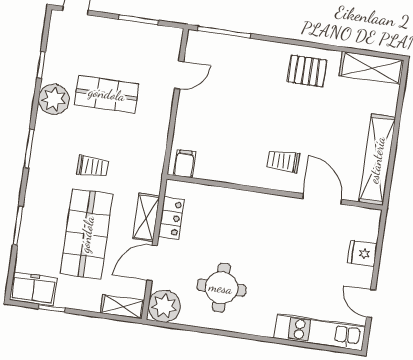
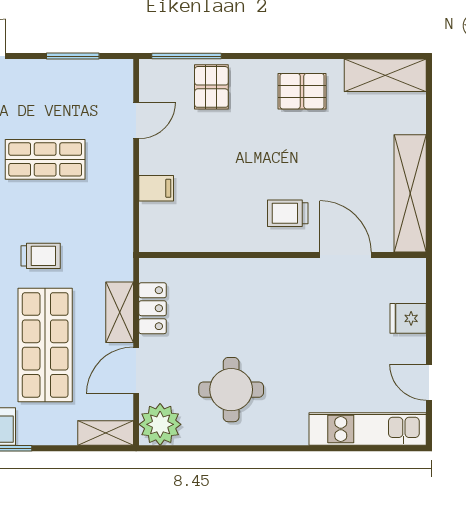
pallet: (239, 58) -> (211, 87), added
filing cabinet: (184, 164) -> (156, 188), moved, turned 90

